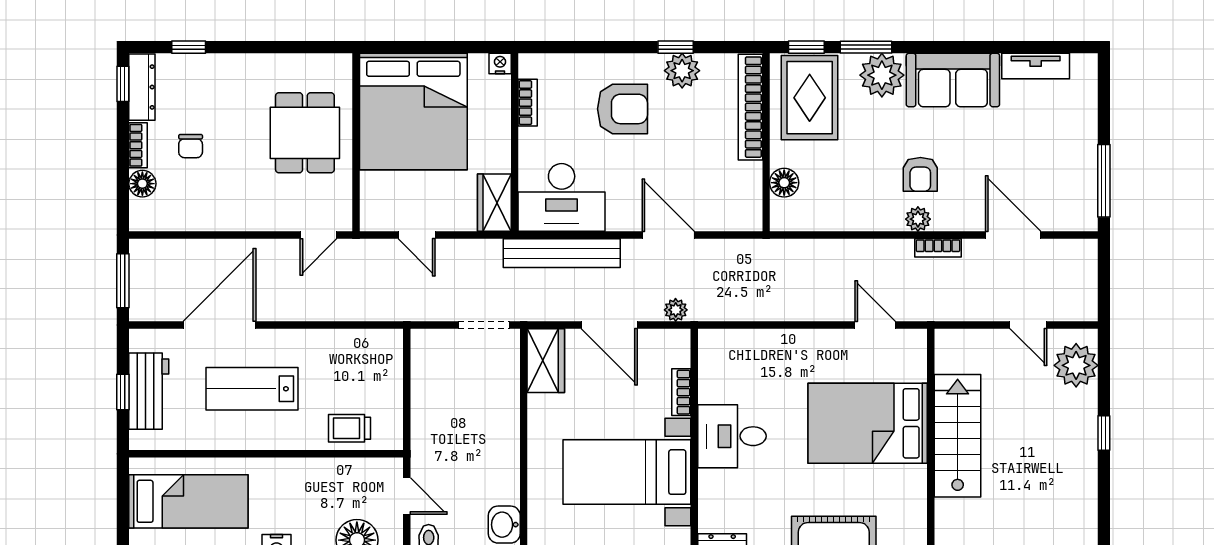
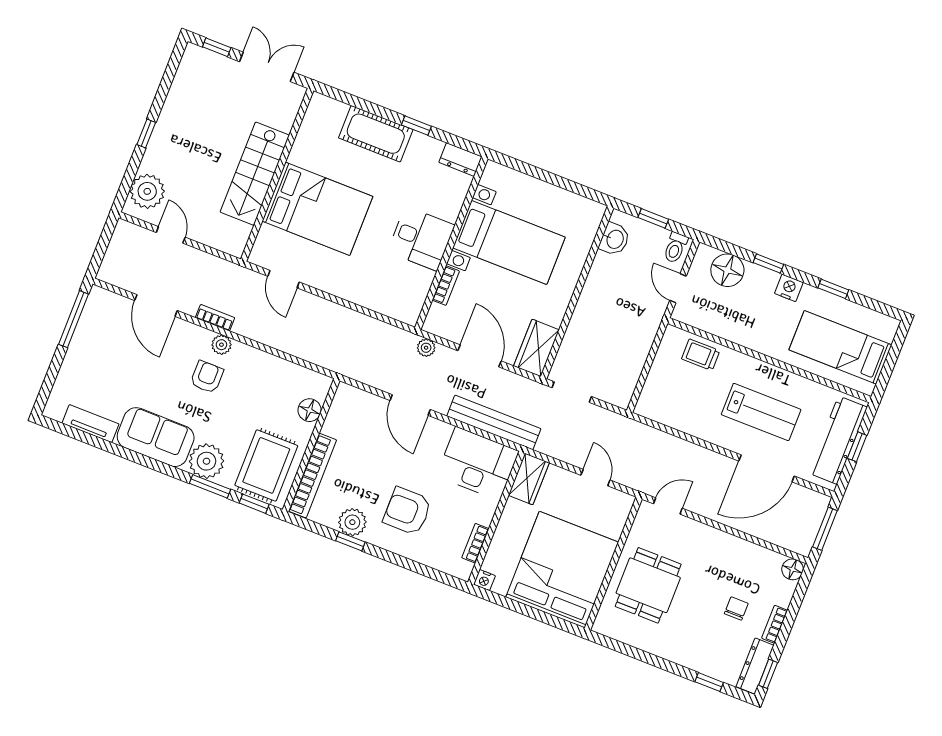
floor lamp: (142, 184) -> (793, 569), moved
workbench: (149, 391) -> (838, 440), width x1.38
trolley: (349, 428) -> (701, 355), turned 180

